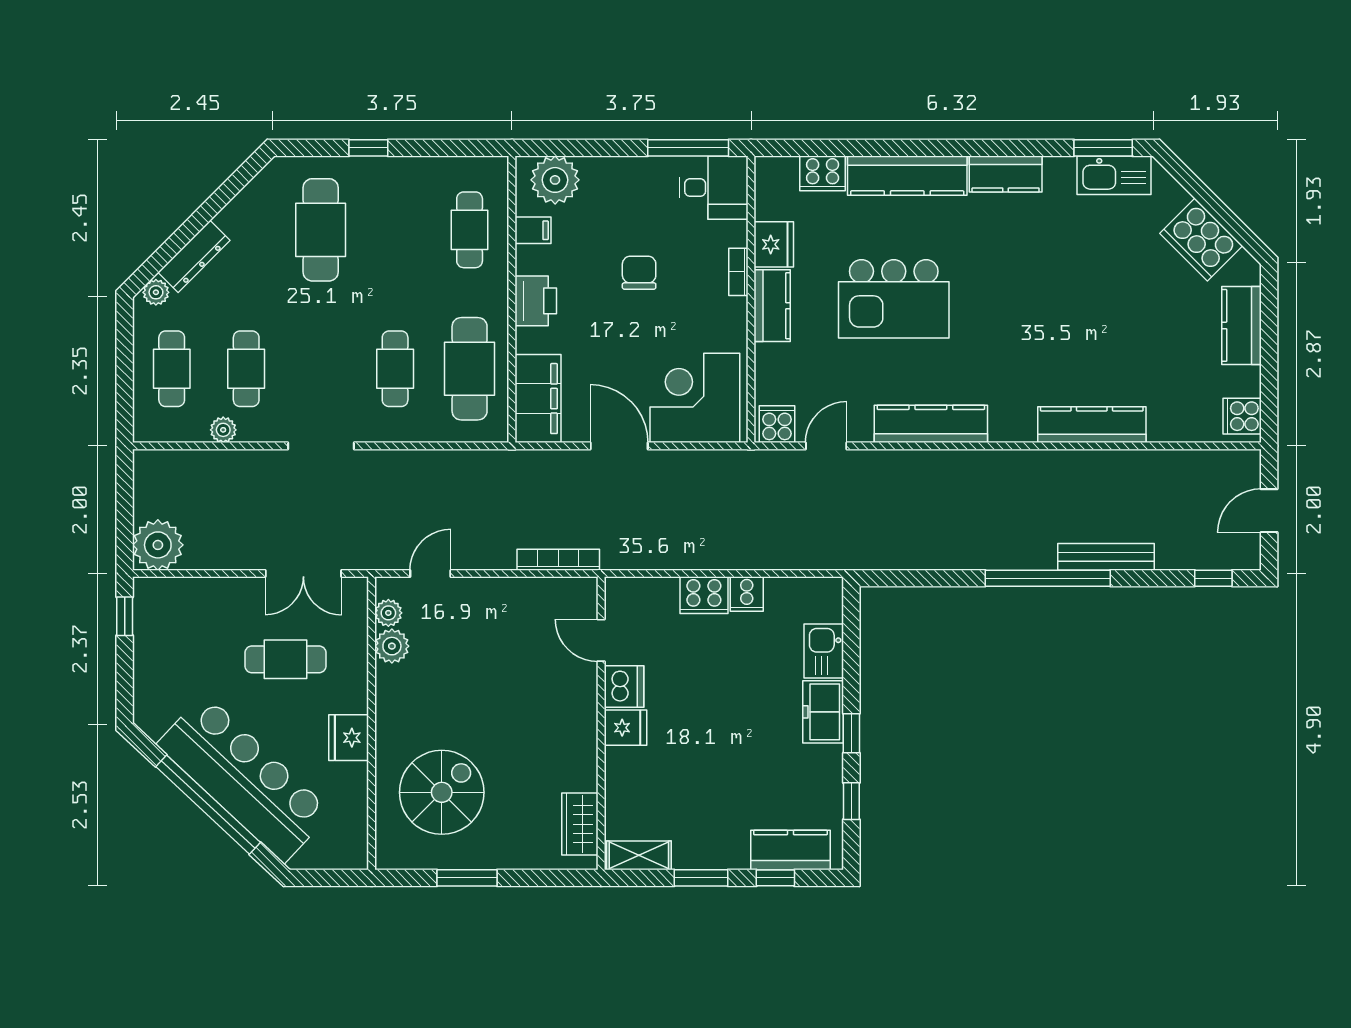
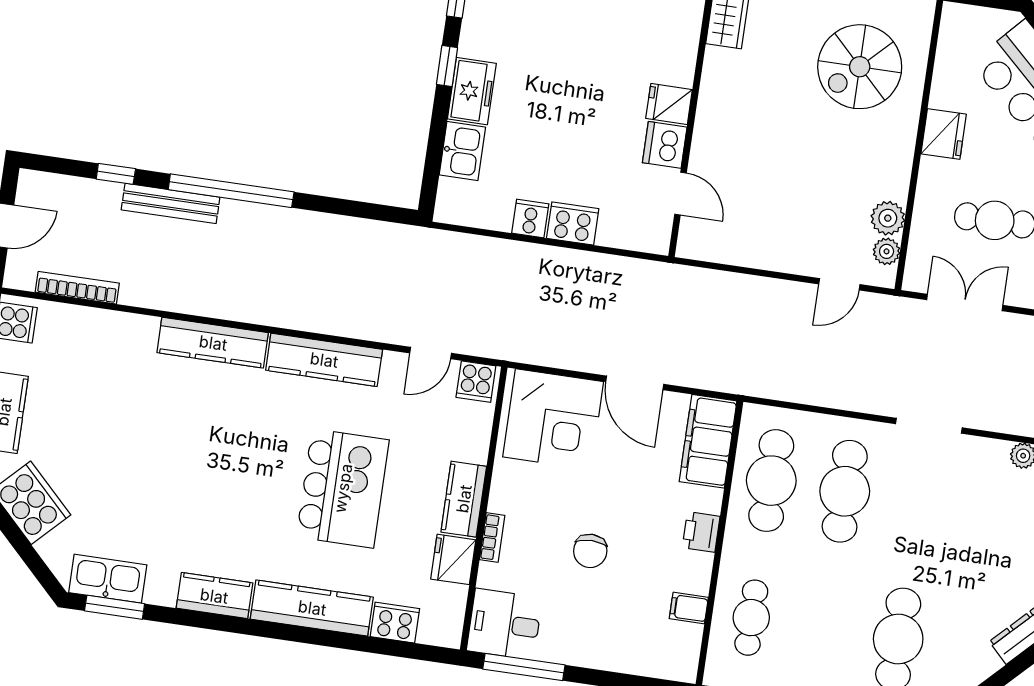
plant: (555, 180) -> (660, 655), removed
kitchen island: (894, 299) -> (343, 488), turned 90
printer: (536, 301) -> (701, 532), width x0.73, depth x0.81
cafe table: (246, 369) -> (992, 513), removed
cafe table: (395, 369) -> (845, 491), width x1.37, depth x1.35
kitchen counter: (1092, 425) -> (213, 343), moved
bookcase: (558, 560) -> (77, 288), moved, turned 180
window: (1213, 578) -> (116, 174), moved

